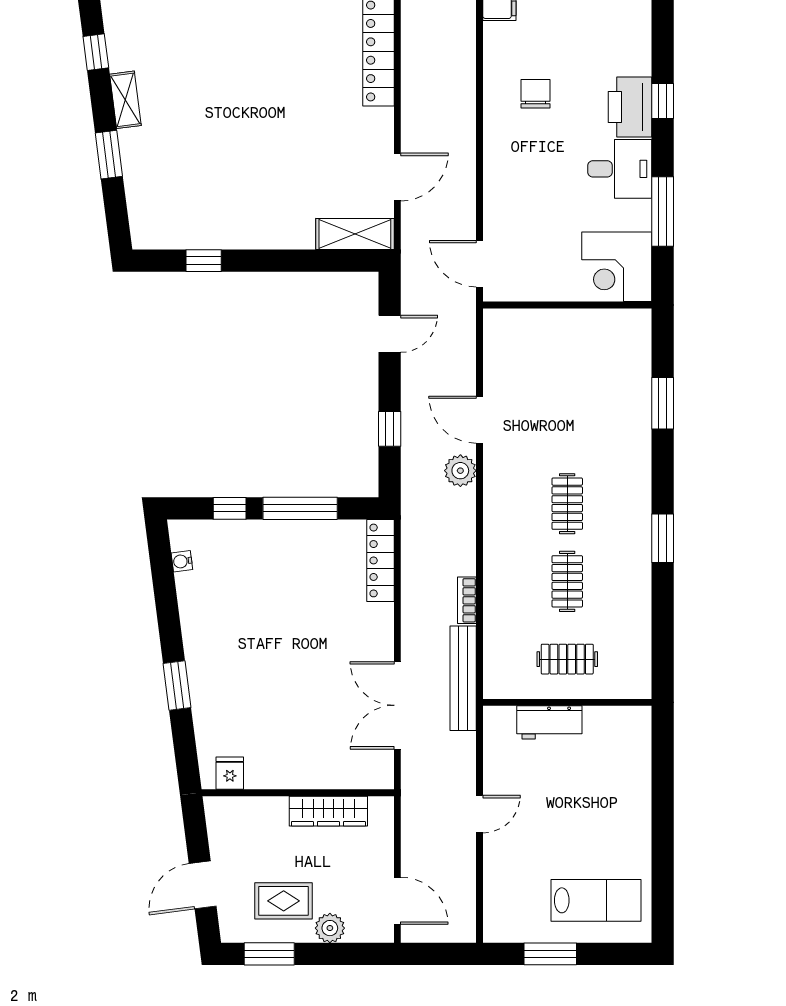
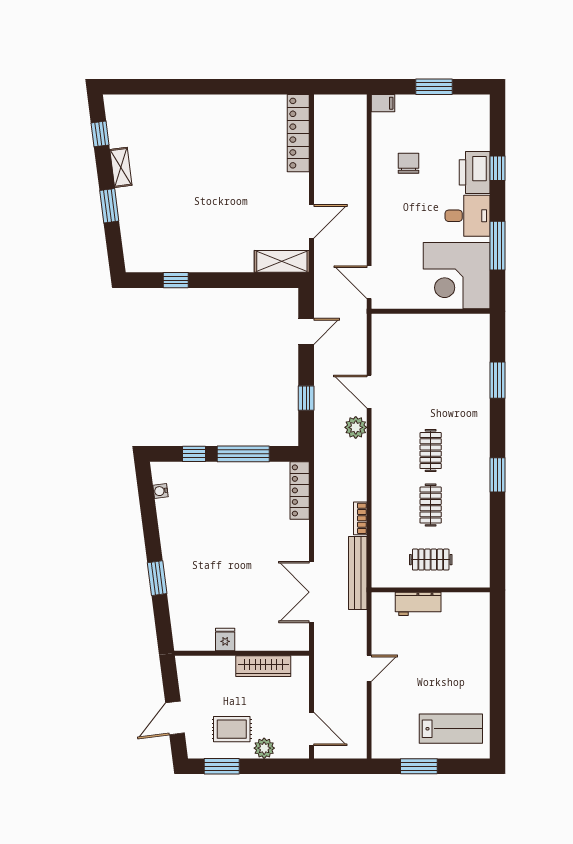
corner desk: (617, 267) -> (457, 276), width x1.36, depth x1.36
fridge: (230, 773) -> (225, 640), moved

